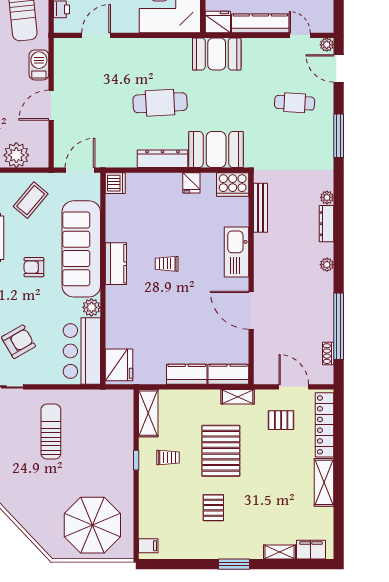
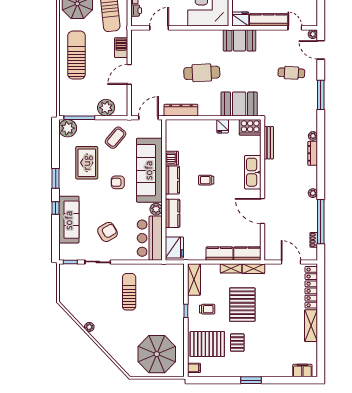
dresser: (162, 159) -> (181, 110), moved
dishwasher: (115, 183) -> (172, 158), moved
plant: (327, 265) -> (313, 193), moved
kitchen counter: (116, 314) -> (172, 213), added
pallet: (281, 420) -> (207, 344), moved, width x2.05, depth x2.00
shelving: (279, 552) -> (231, 268), moved

